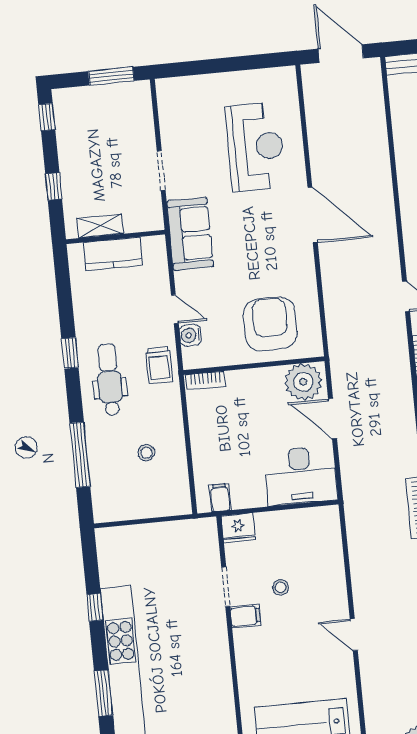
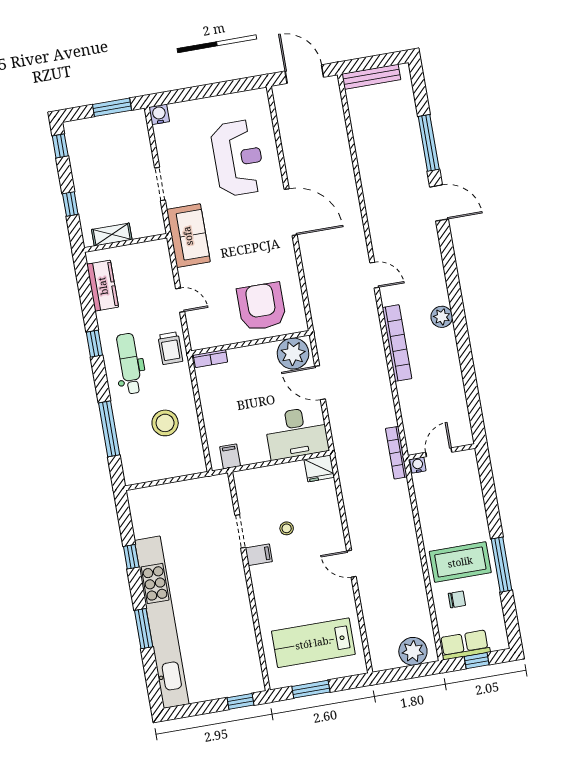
kitchen counter: (113, 254) -> (103, 286), moved, turned -90
water cooler: (190, 335) -> (159, 114), moved, turned 90
stool: (146, 453) -> (165, 423), width x1.89, depth x1.89
fridge: (238, 528) -> (319, 468), moved

